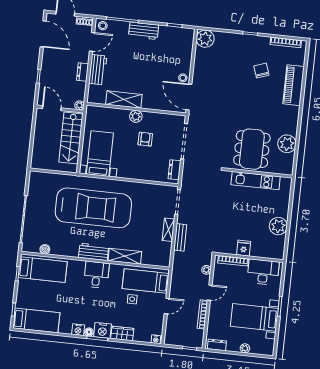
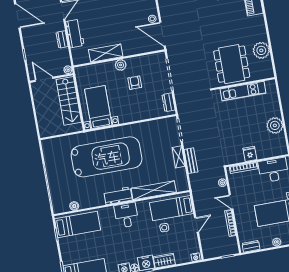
shelving: (125, 256) -> (154, 190), width x1.47
door: (210, 293) -> (231, 202), swing flipped

